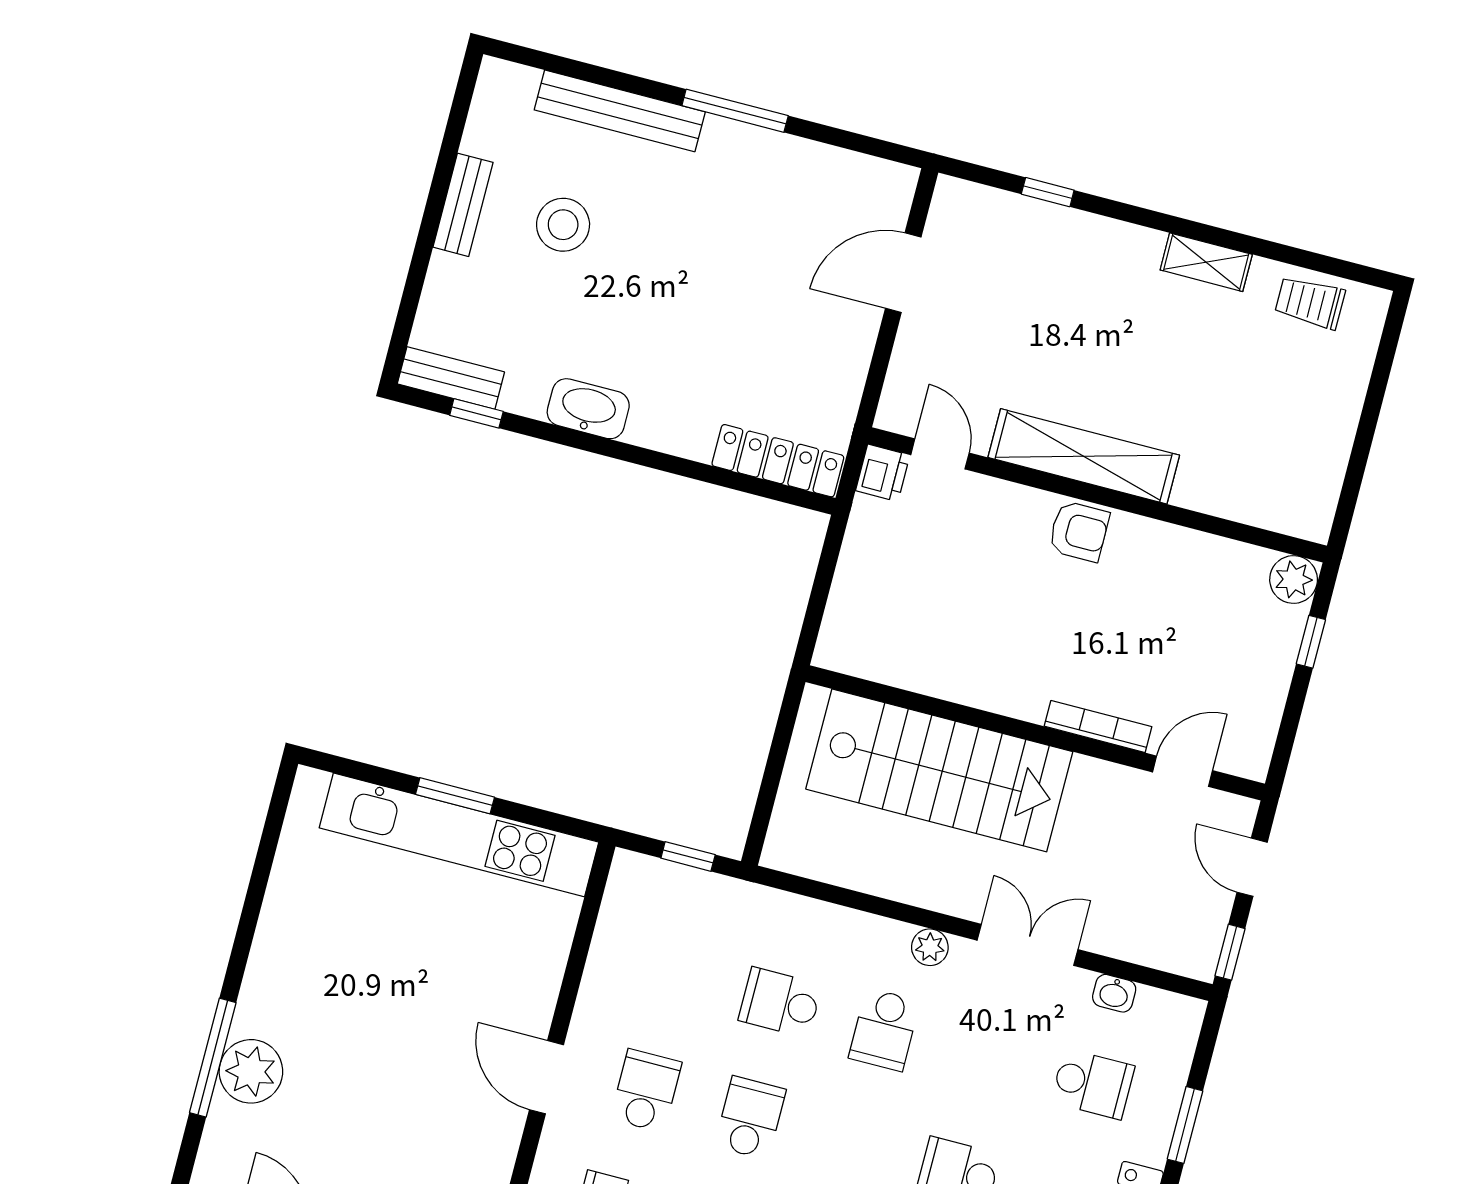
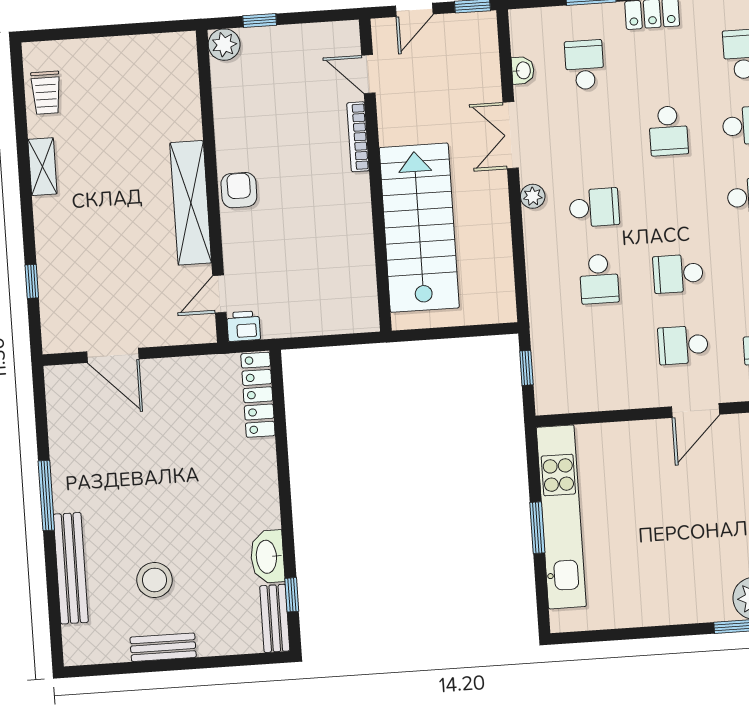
washbasin: (588, 409) -> (267, 557), moved

